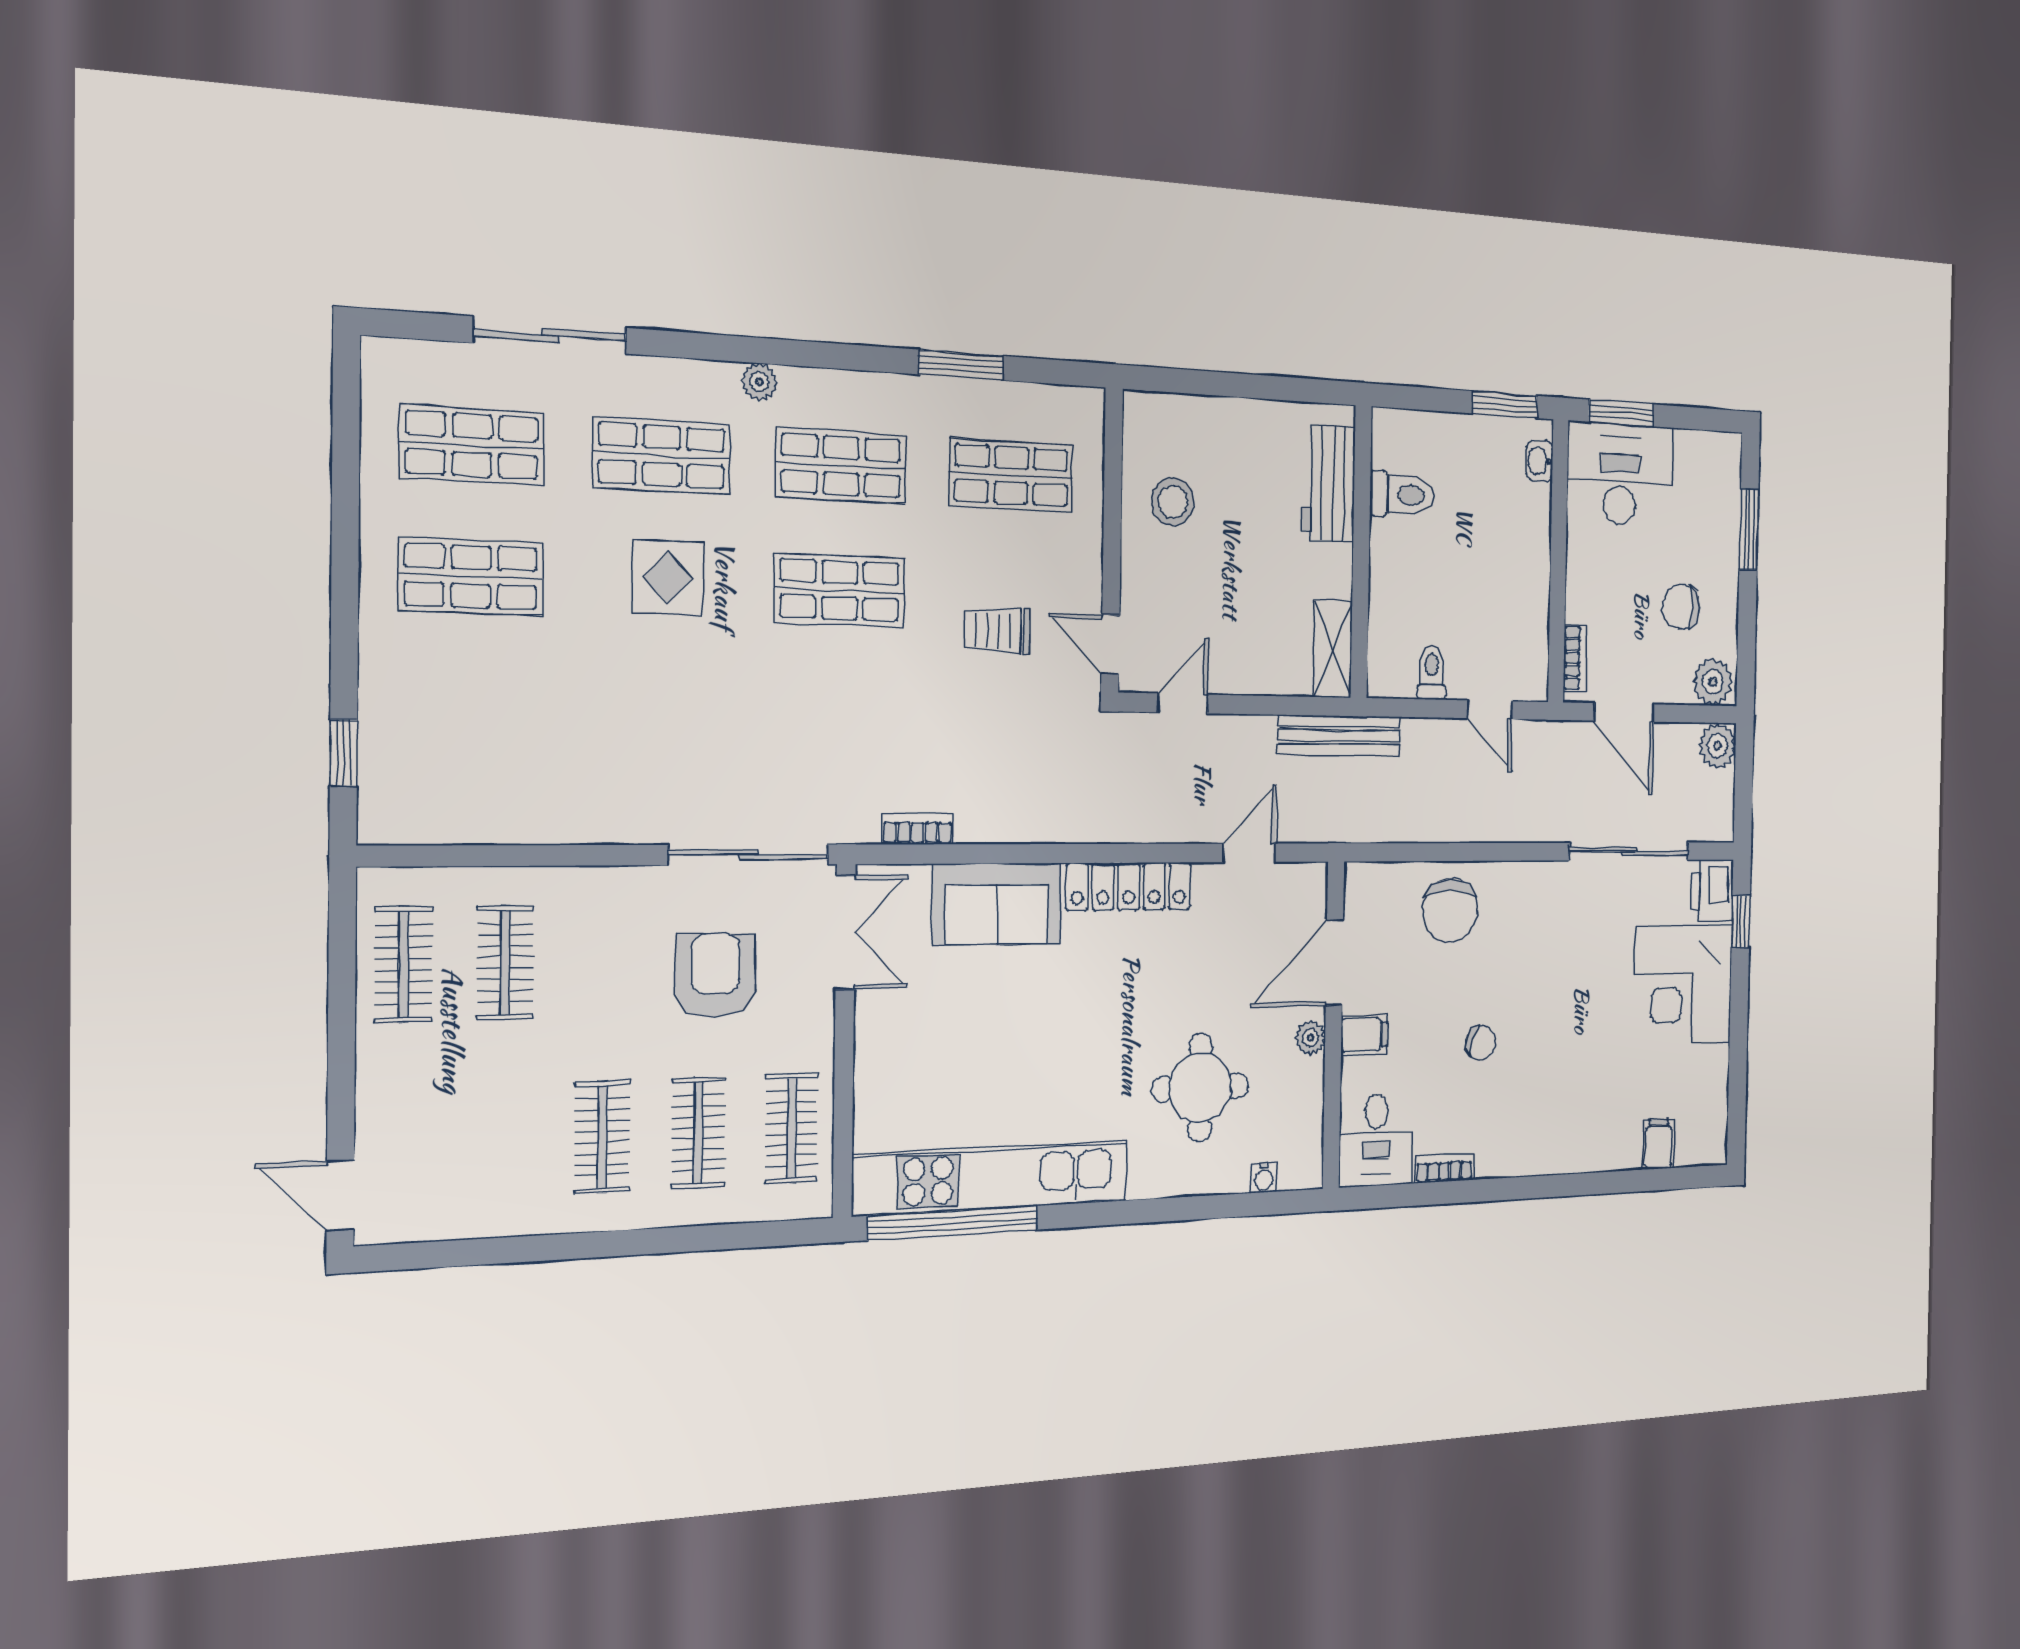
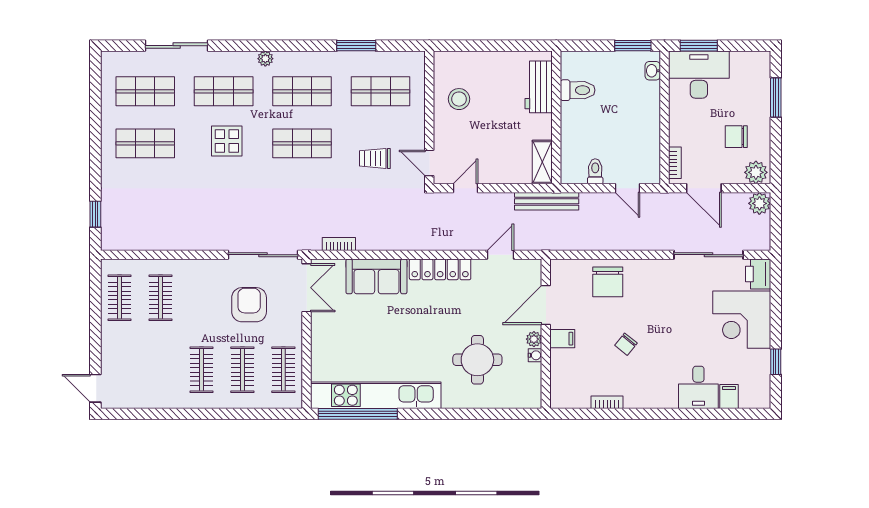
window: (1741, 922) -> (776, 362), moved
chair: (1481, 1043) -> (626, 344), turned 111
desk: (1376, 1140) -> (698, 387), moved
water cooler: (1264, 1178) -> (535, 355), moved, turned -90

